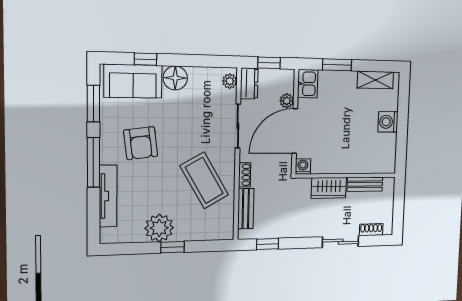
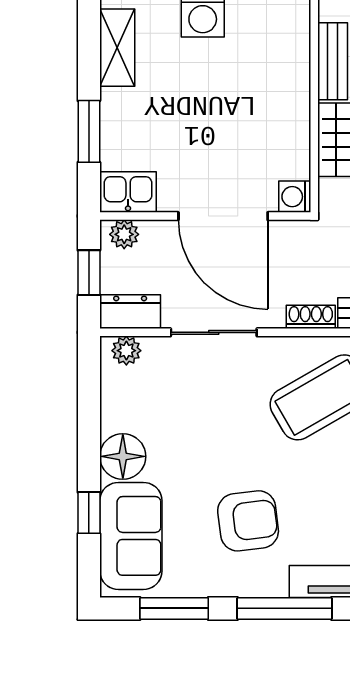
plant: (287, 101) -> (124, 234), moved

